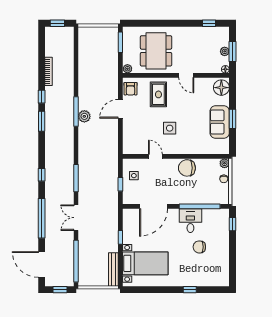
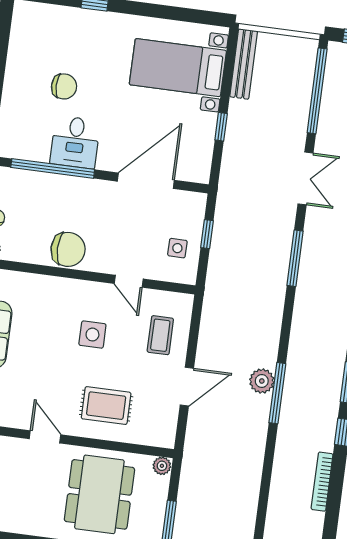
armchair: (131, 89) -> (161, 425), removed
rug: (158, 94) -> (106, 406), turned 90
coffee table: (137, 132) -> (160, 335), added

